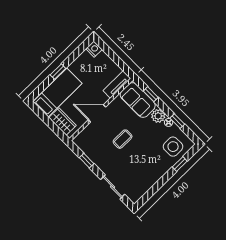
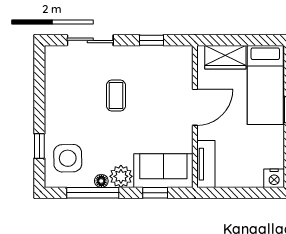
window: (177, 121) -> (93, 193), width x2.17
coffee table: (123, 139) -> (116, 95), moved

